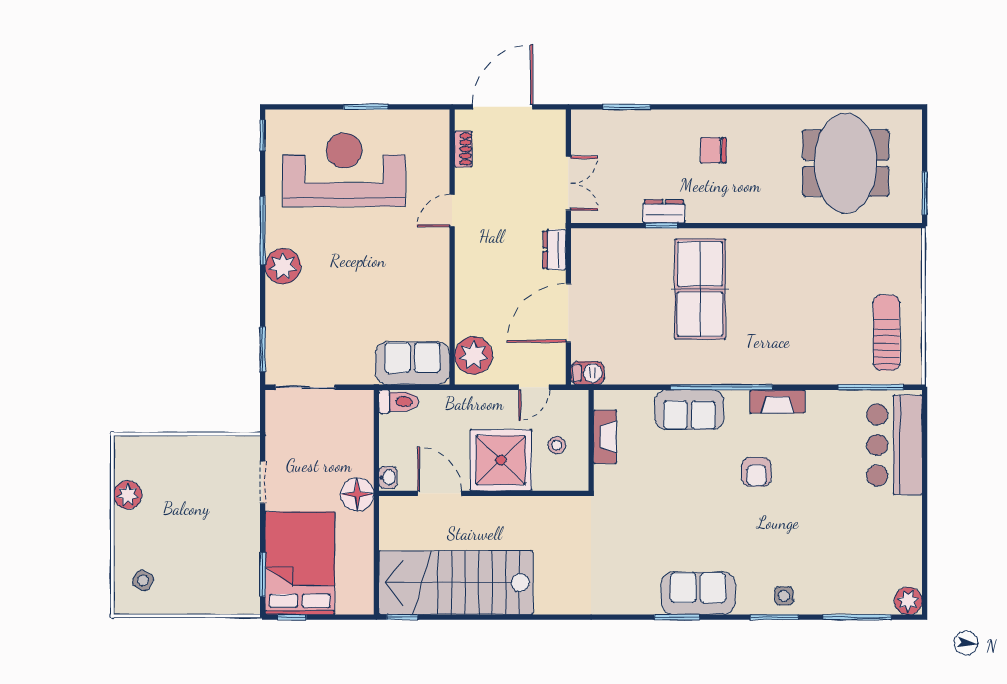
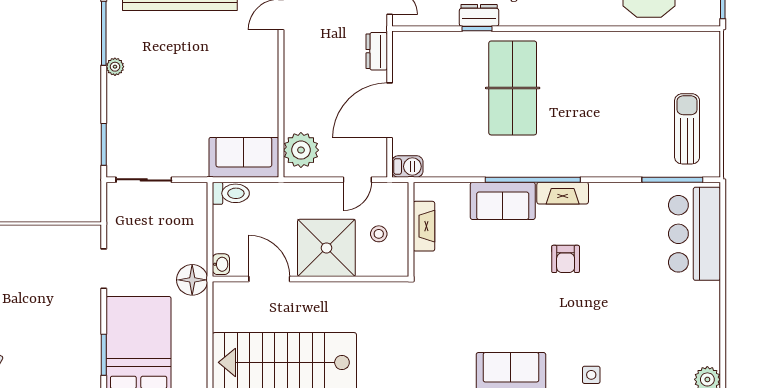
plant: (283, 266) -> (115, 67), width x0.53, depth x0.53
fireplace: (777, 402) -> (563, 193), moved

